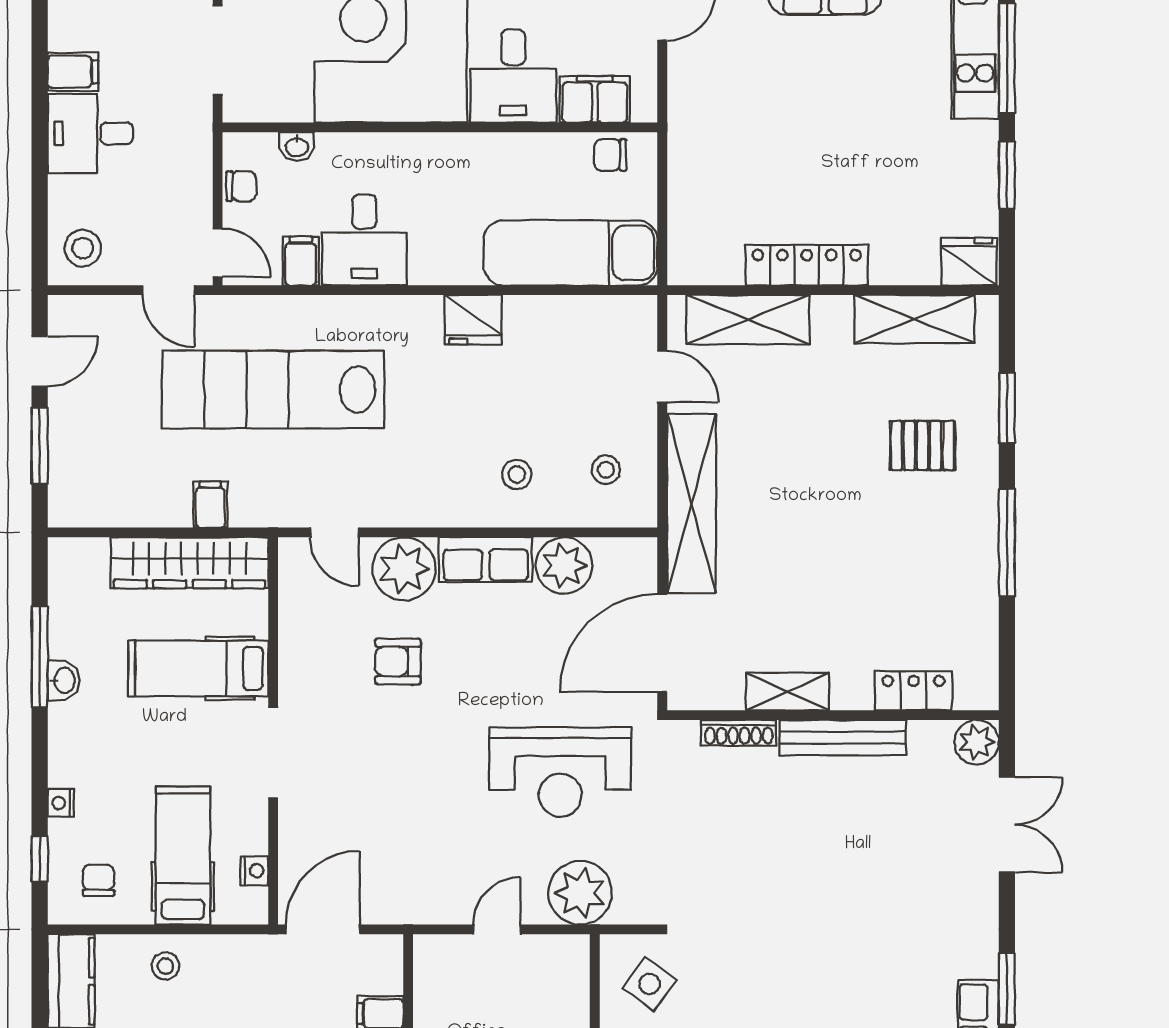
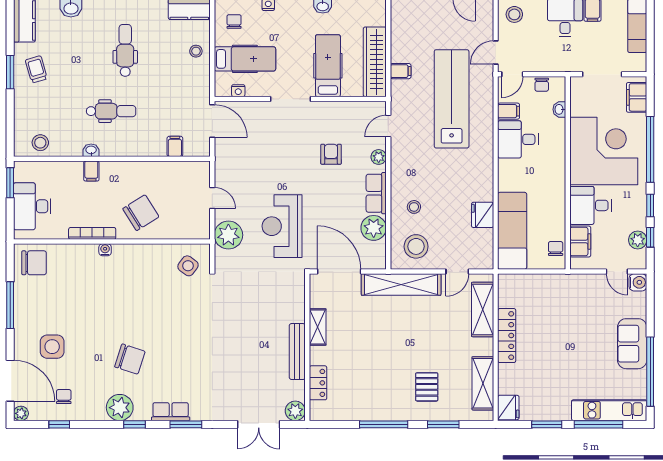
fridge: (473, 320) -> (483, 215), moved
stool: (606, 470) -> (416, 246), width x1.89, depth x1.89
plant: (404, 569) -> (379, 157), width x0.53, depth x0.53
shoe rack: (739, 733) -> (299, 305), removed
chair: (99, 880) -> (234, 22), turned -90

